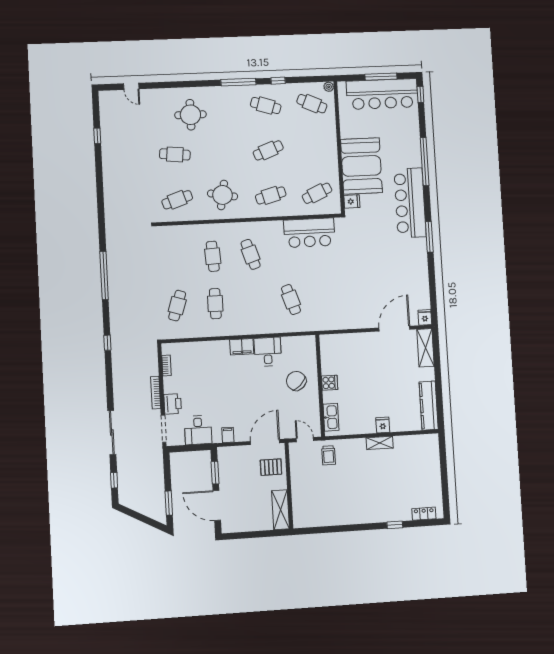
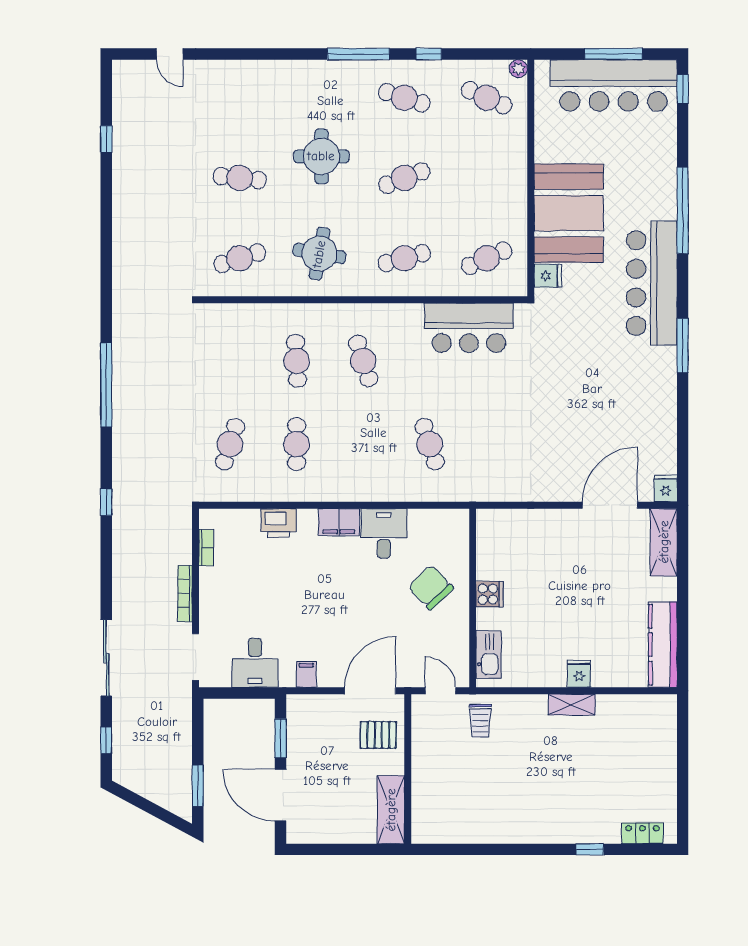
round table: (190, 115) -> (321, 156), moved
printer: (173, 404) -> (279, 523), moved, turned 90

